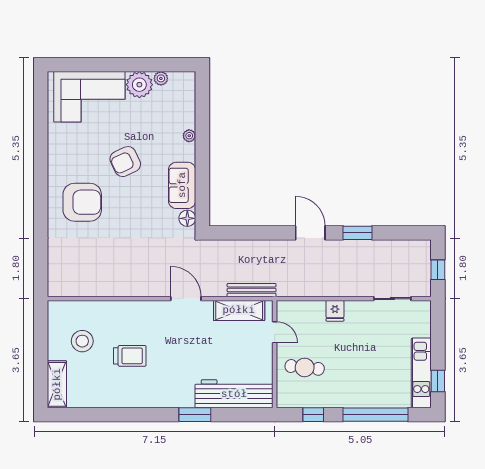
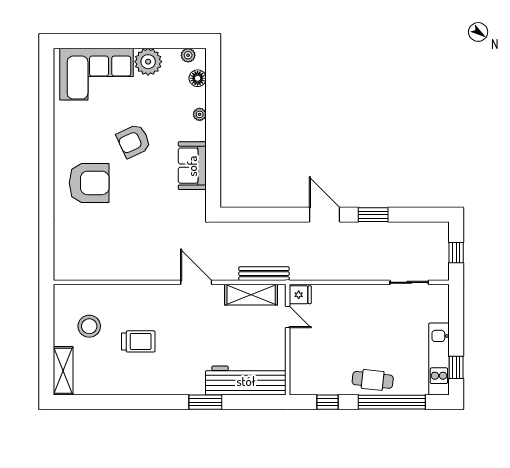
plant: (161, 78) -> (188, 55), moved
floor lamp: (187, 218) -> (198, 78), moved
fridge: (335, 311) -> (300, 295), moved, turned -90
cafe table: (305, 367) -> (373, 380), moved

